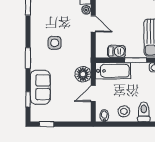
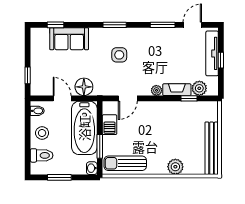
door: (93, 24) -> (128, 98), moved
window: (28, 58) -> (115, 25), moved
bathtub: (113, 71) -> (84, 128), width x1.36, depth x1.36
window: (47, 124) -> (28, 75), moved

